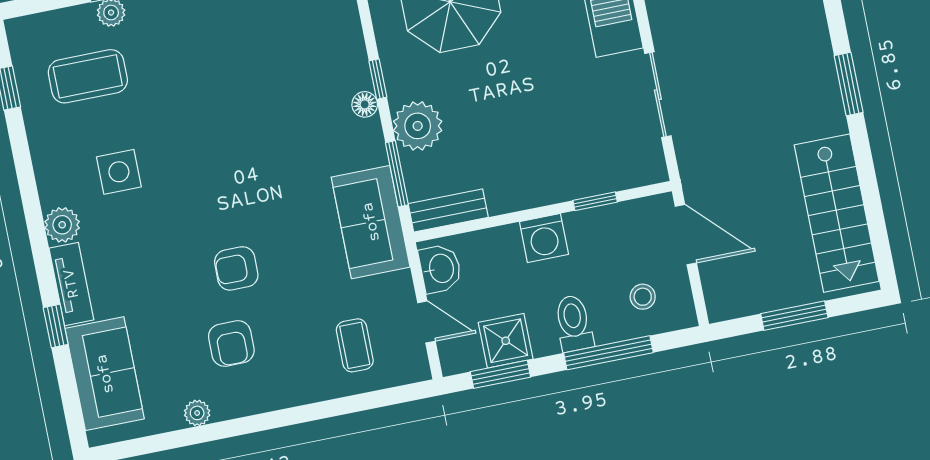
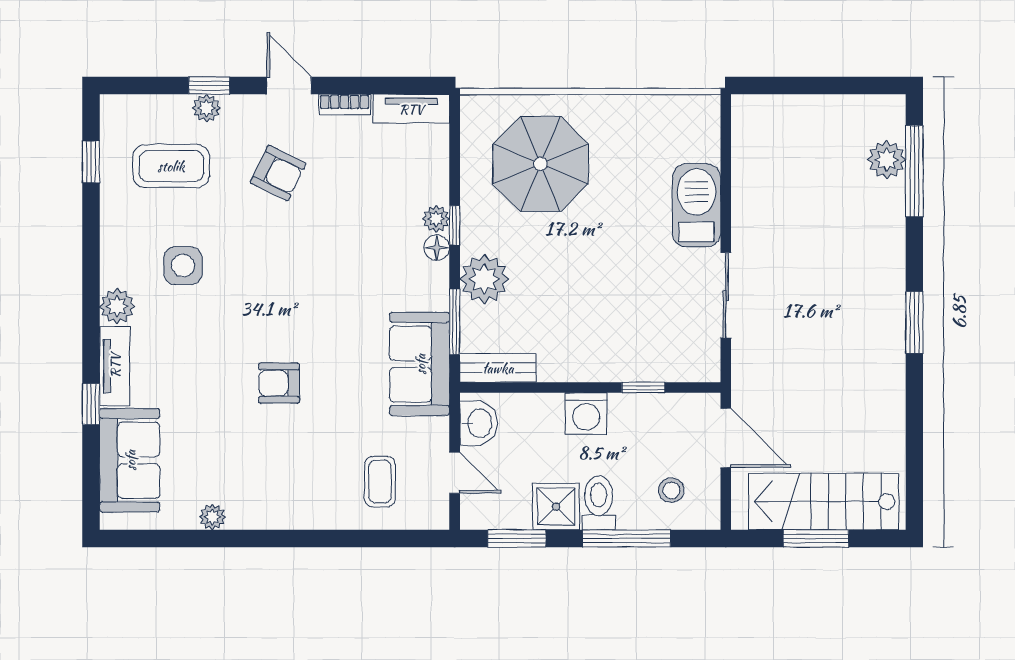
plant: (358, 76) -> (436, 219), added
stairs: (837, 213) -> (824, 502), moved, turned 90
shower: (506, 341) -> (556, 507), moved
armchair: (231, 344) -> (278, 173), moved, turned -64

